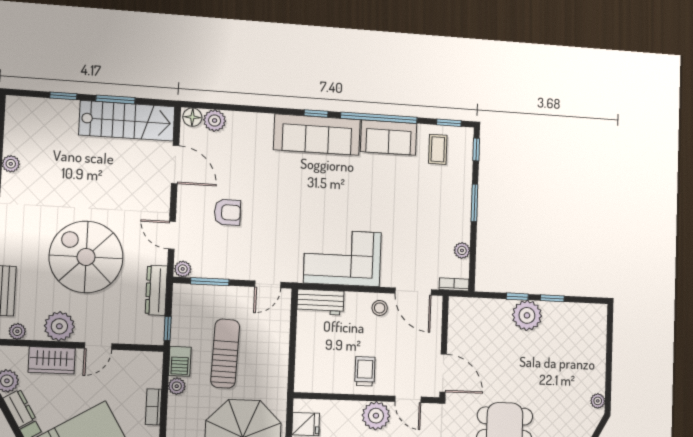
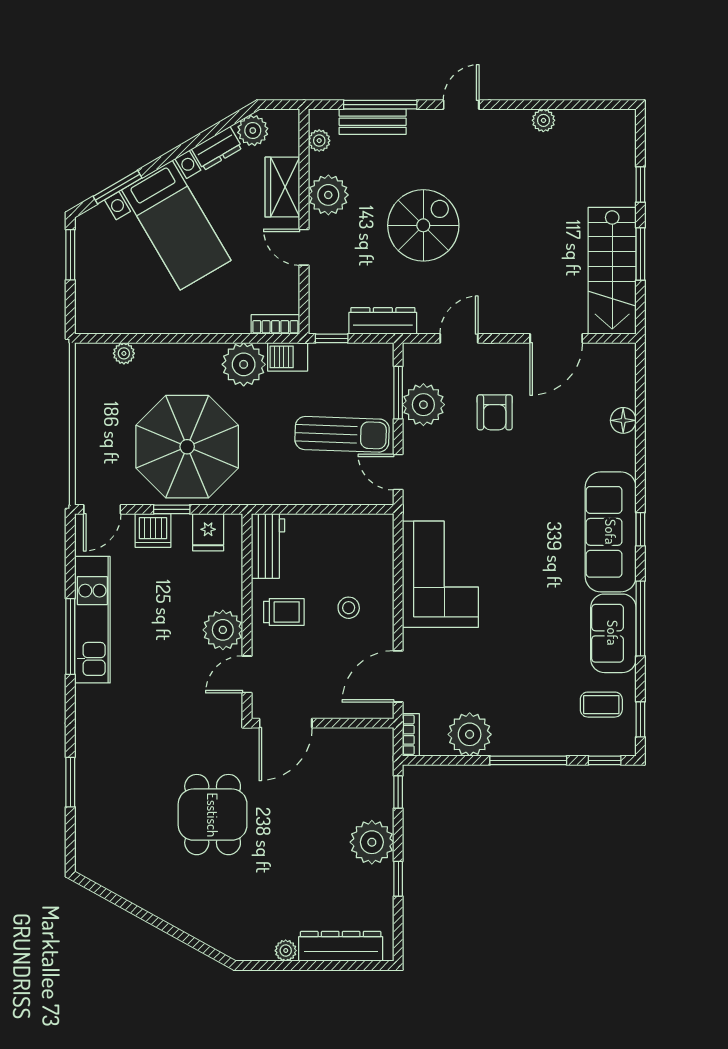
floor lamp: (192, 117) -> (623, 420), moved
window: (379, 118) -> (640, 618), width x0.68
plant: (215, 121) -> (621, 389), removed
window: (474, 203) -> (528, 760), width x1.44
plant: (462, 250) -> (470, 734), width x1.87, depth x1.87
spiral stairs: (86, 257) -> (423, 225), width x0.73, depth x0.73
plant: (183, 269) -> (423, 405), moved, width x1.88, depth x1.88
window: (517, 297) -> (398, 792), moved
workbench: (320, 302) -> (268, 546), moved, turned 180
stool: (380, 308) -> (349, 608), moved
dresser: (597, 340) -> (341, 946), added
sun lounger: (225, 354) -> (342, 434), moved
plant: (177, 386) -> (244, 364), width x1.87, depth x1.87
plant: (598, 401) -> (286, 951), moved
bookcase: (153, 407) -> (275, 324), moved

